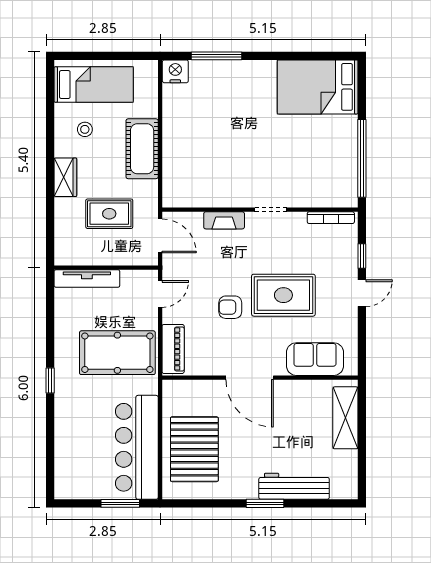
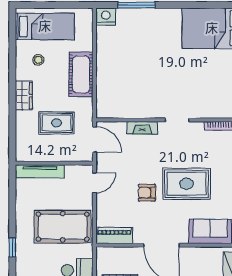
piano: (173, 349) -> (114, 235), moved, turned -90

